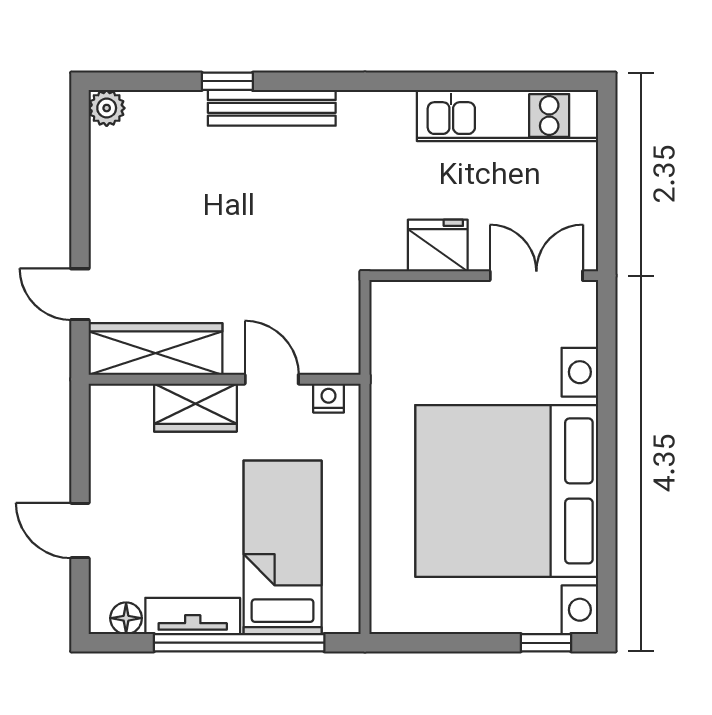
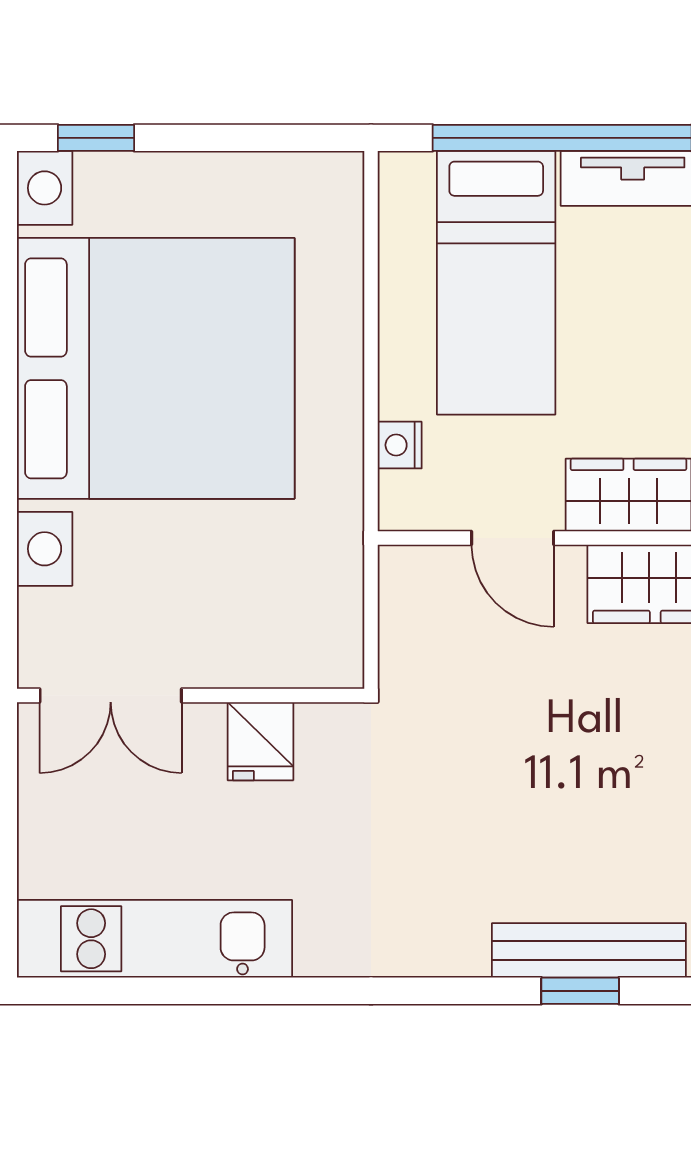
bench: (272, 108) -> (589, 950), moved
fridge: (438, 246) -> (260, 741), width x0.72
nightstand: (329, 398) -> (400, 445), moved, turned 90

